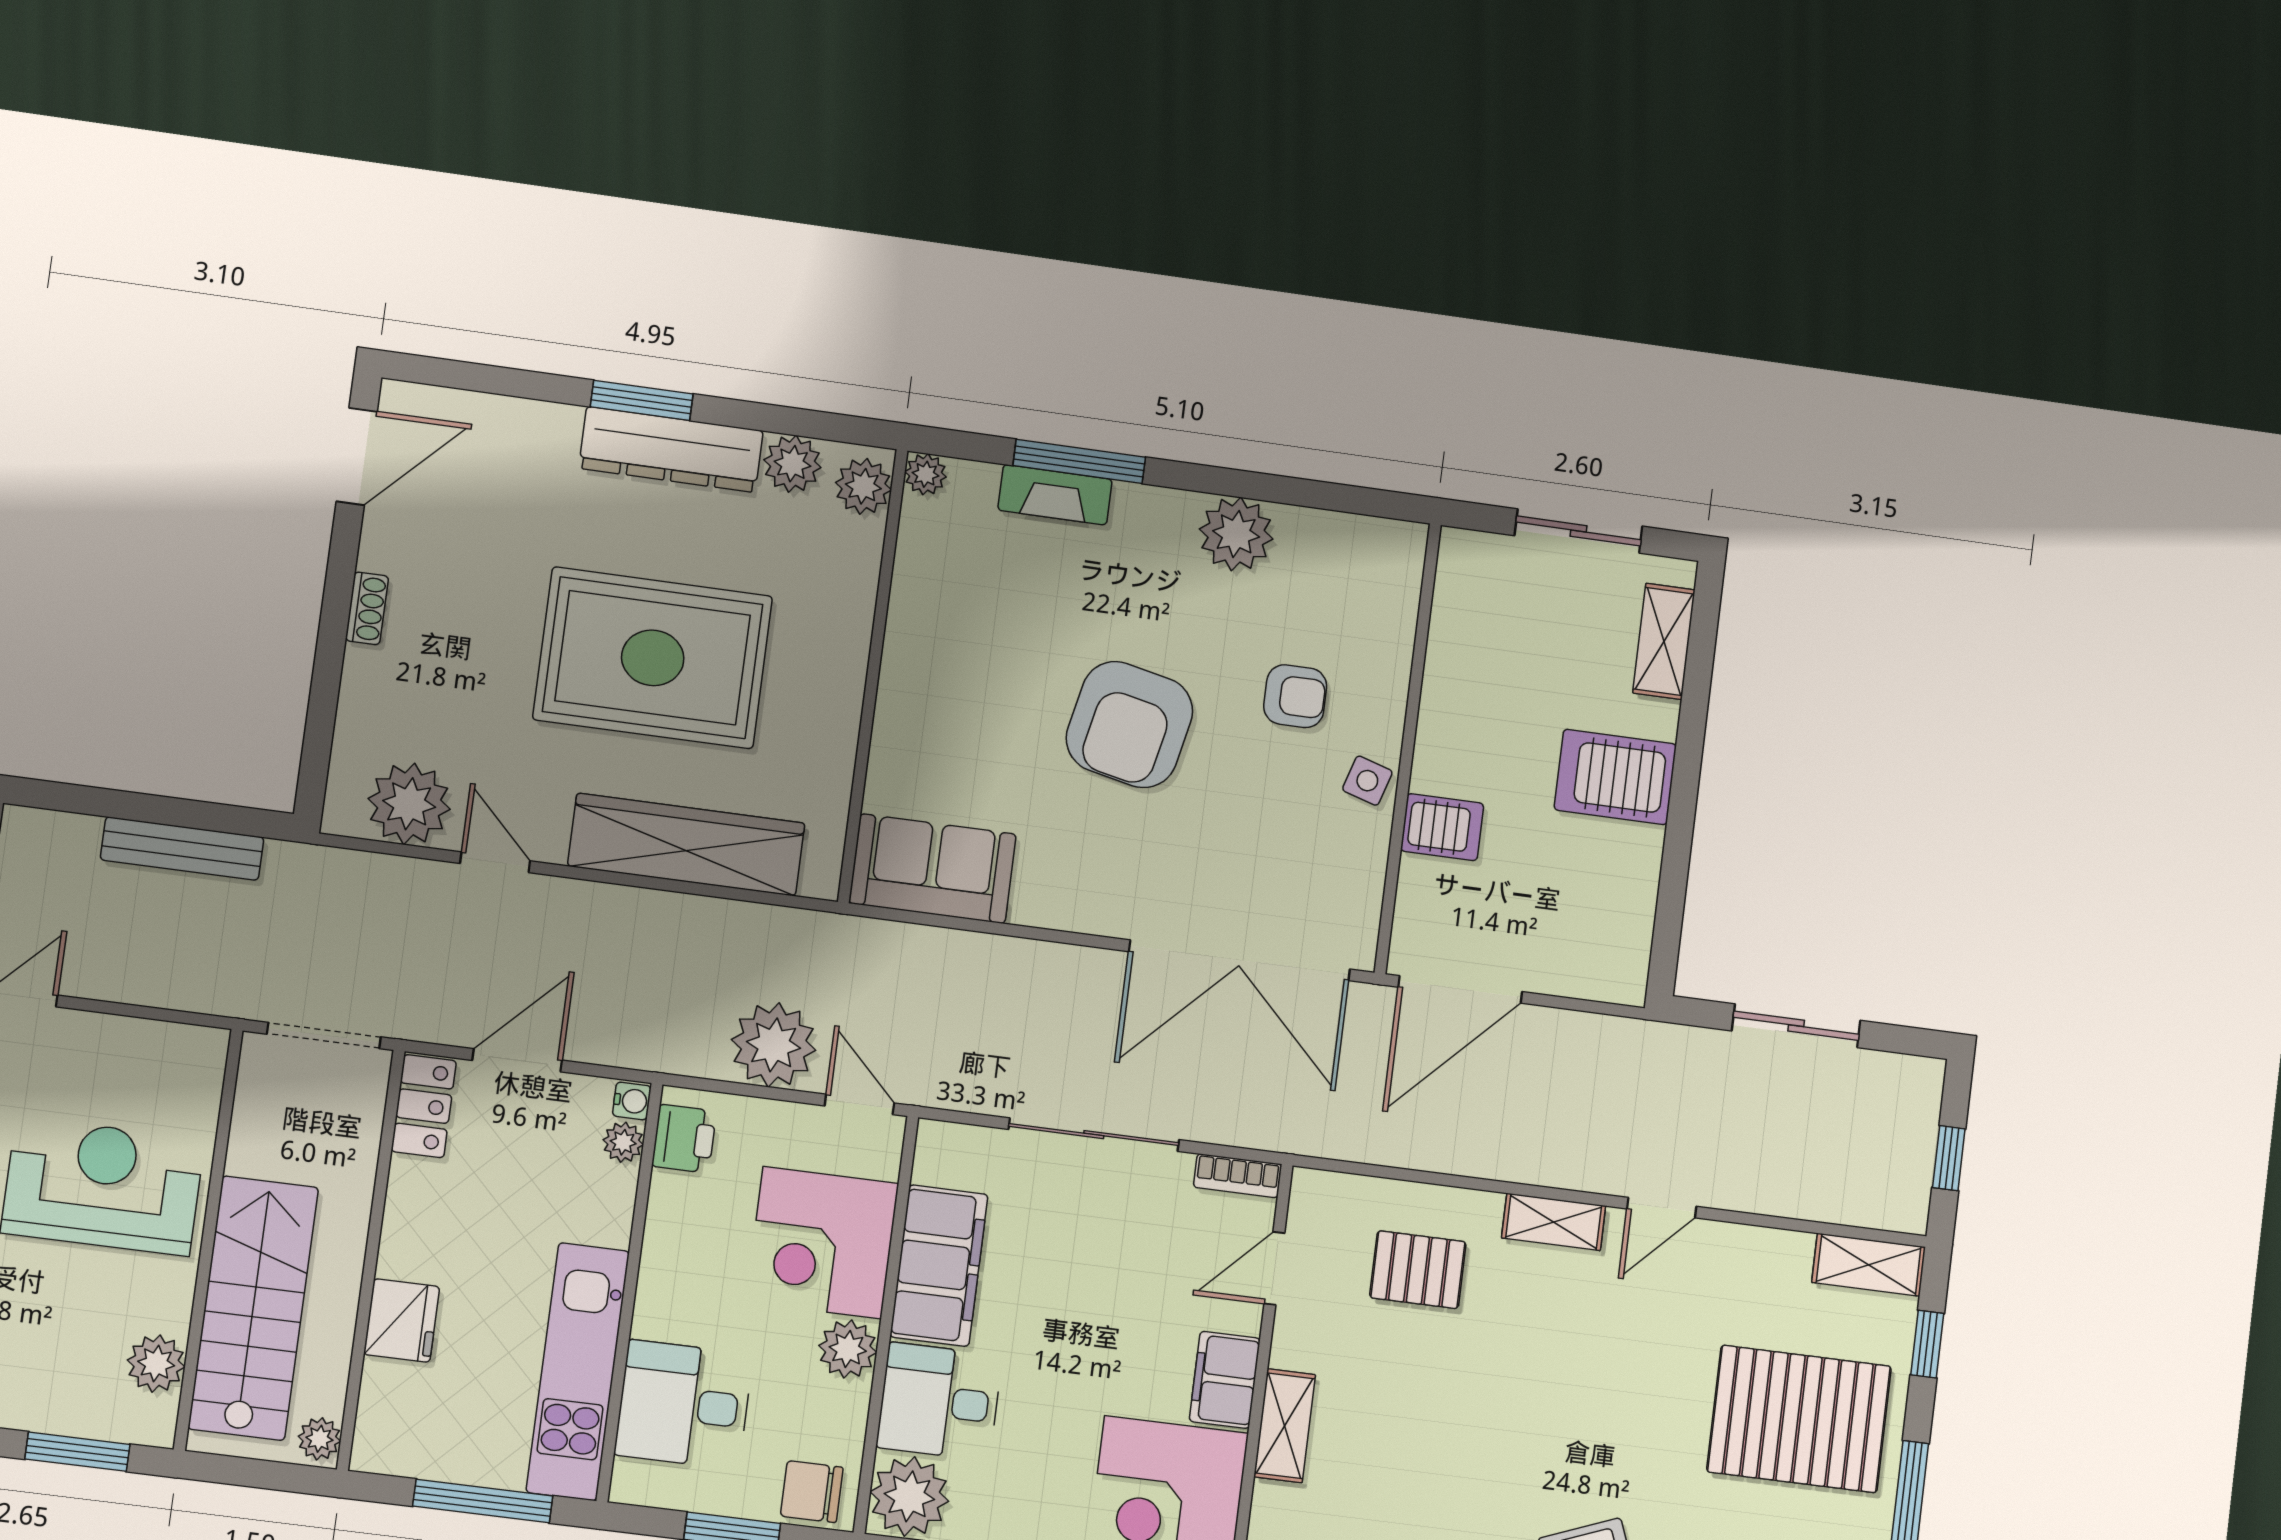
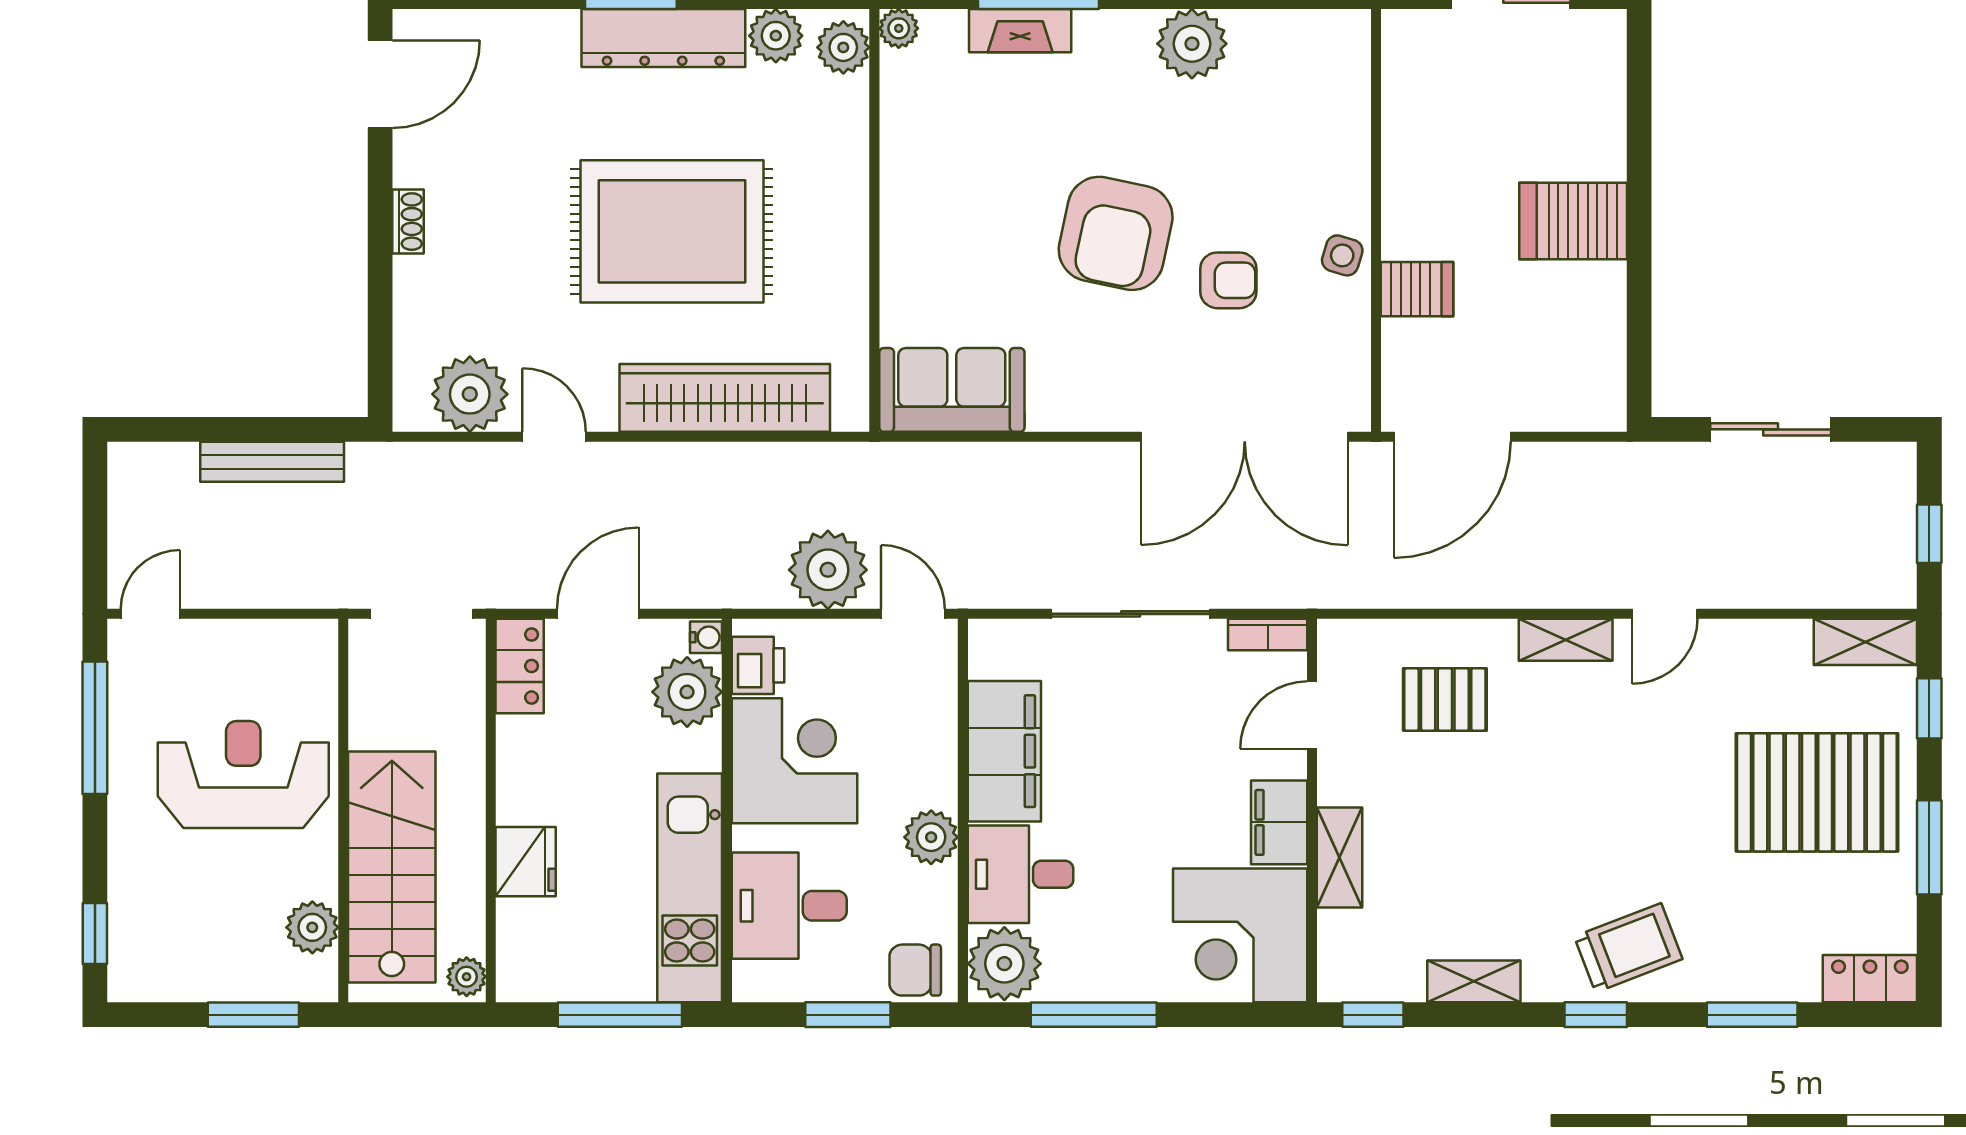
shelving: (1664, 641) -> (1603, 89), removed
armchair: (1295, 696) -> (1228, 280), moved
plant: (623, 1142) -> (687, 692), width x1.88, depth x1.88
corner desk: (822, 1243) -> (794, 761), moved, turned 180

